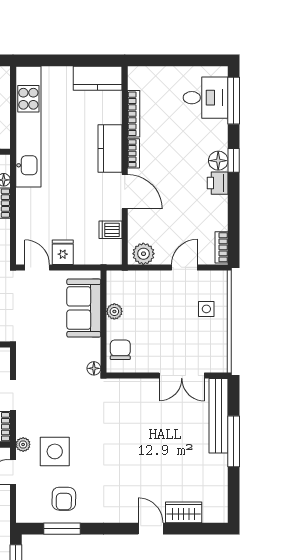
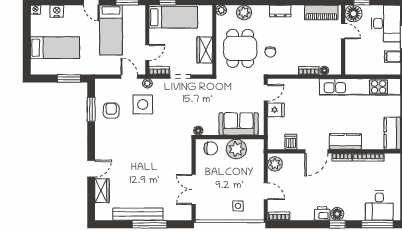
plant: (114, 311) -> (236, 149), width x1.88, depth x1.88
bench: (219, 416) -> (138, 214), moved
armchair: (64, 499) -> (111, 111), turned 89

